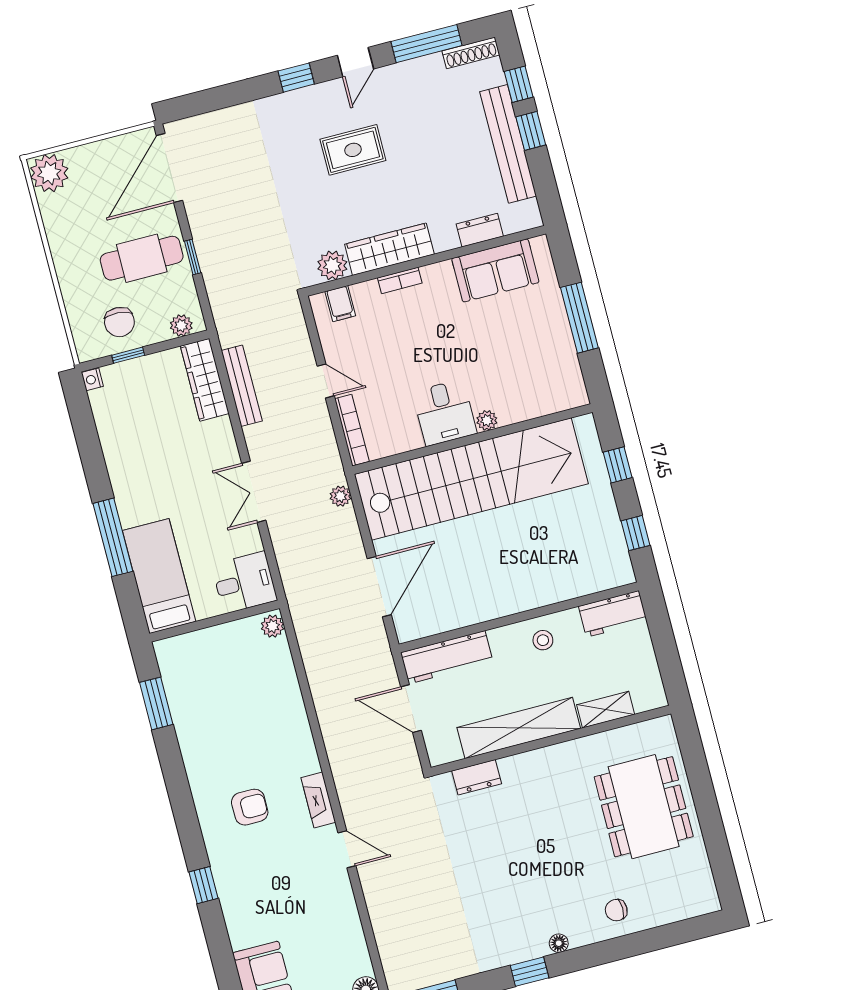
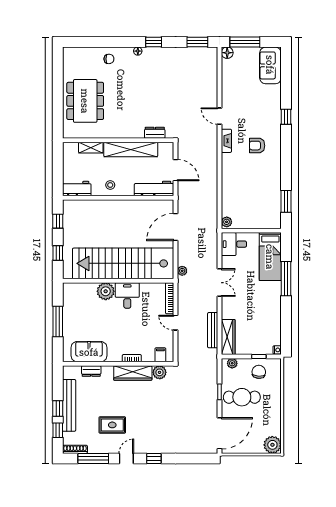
rug: (353, 150) -> (112, 425), moved
plant: (487, 420) -> (106, 291), width x1.87, depth x1.87

